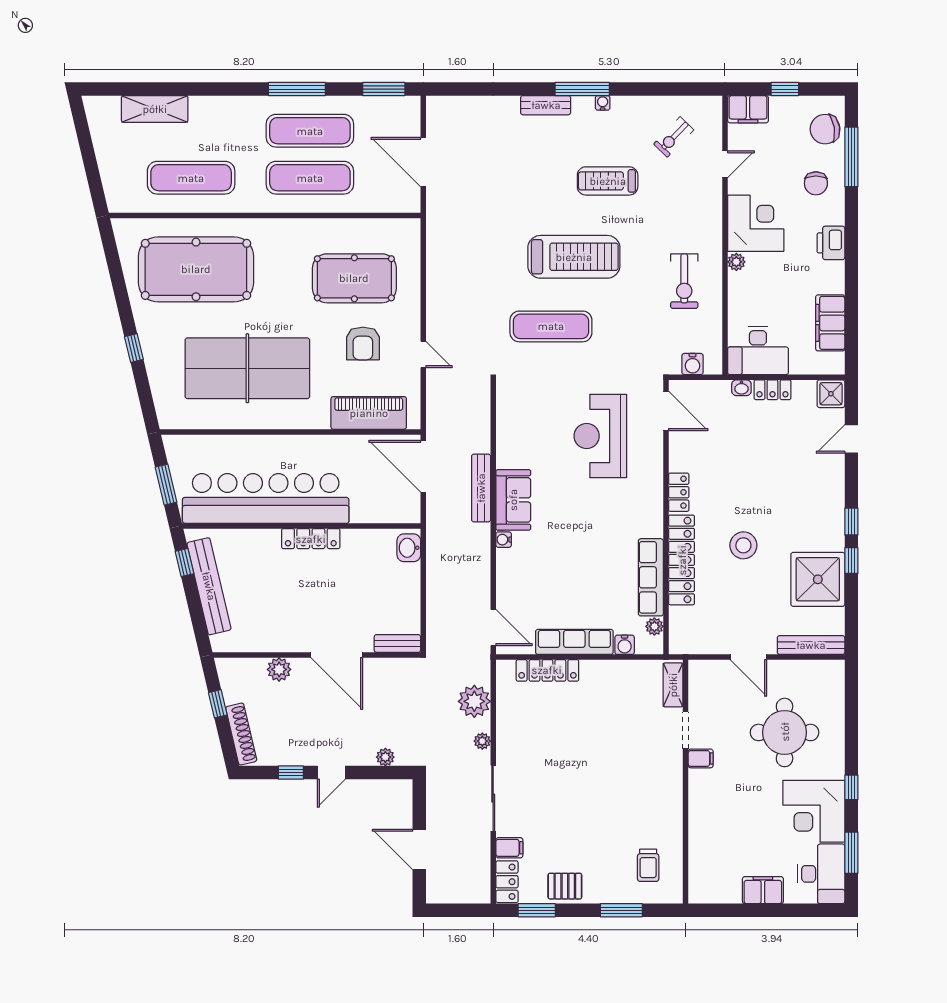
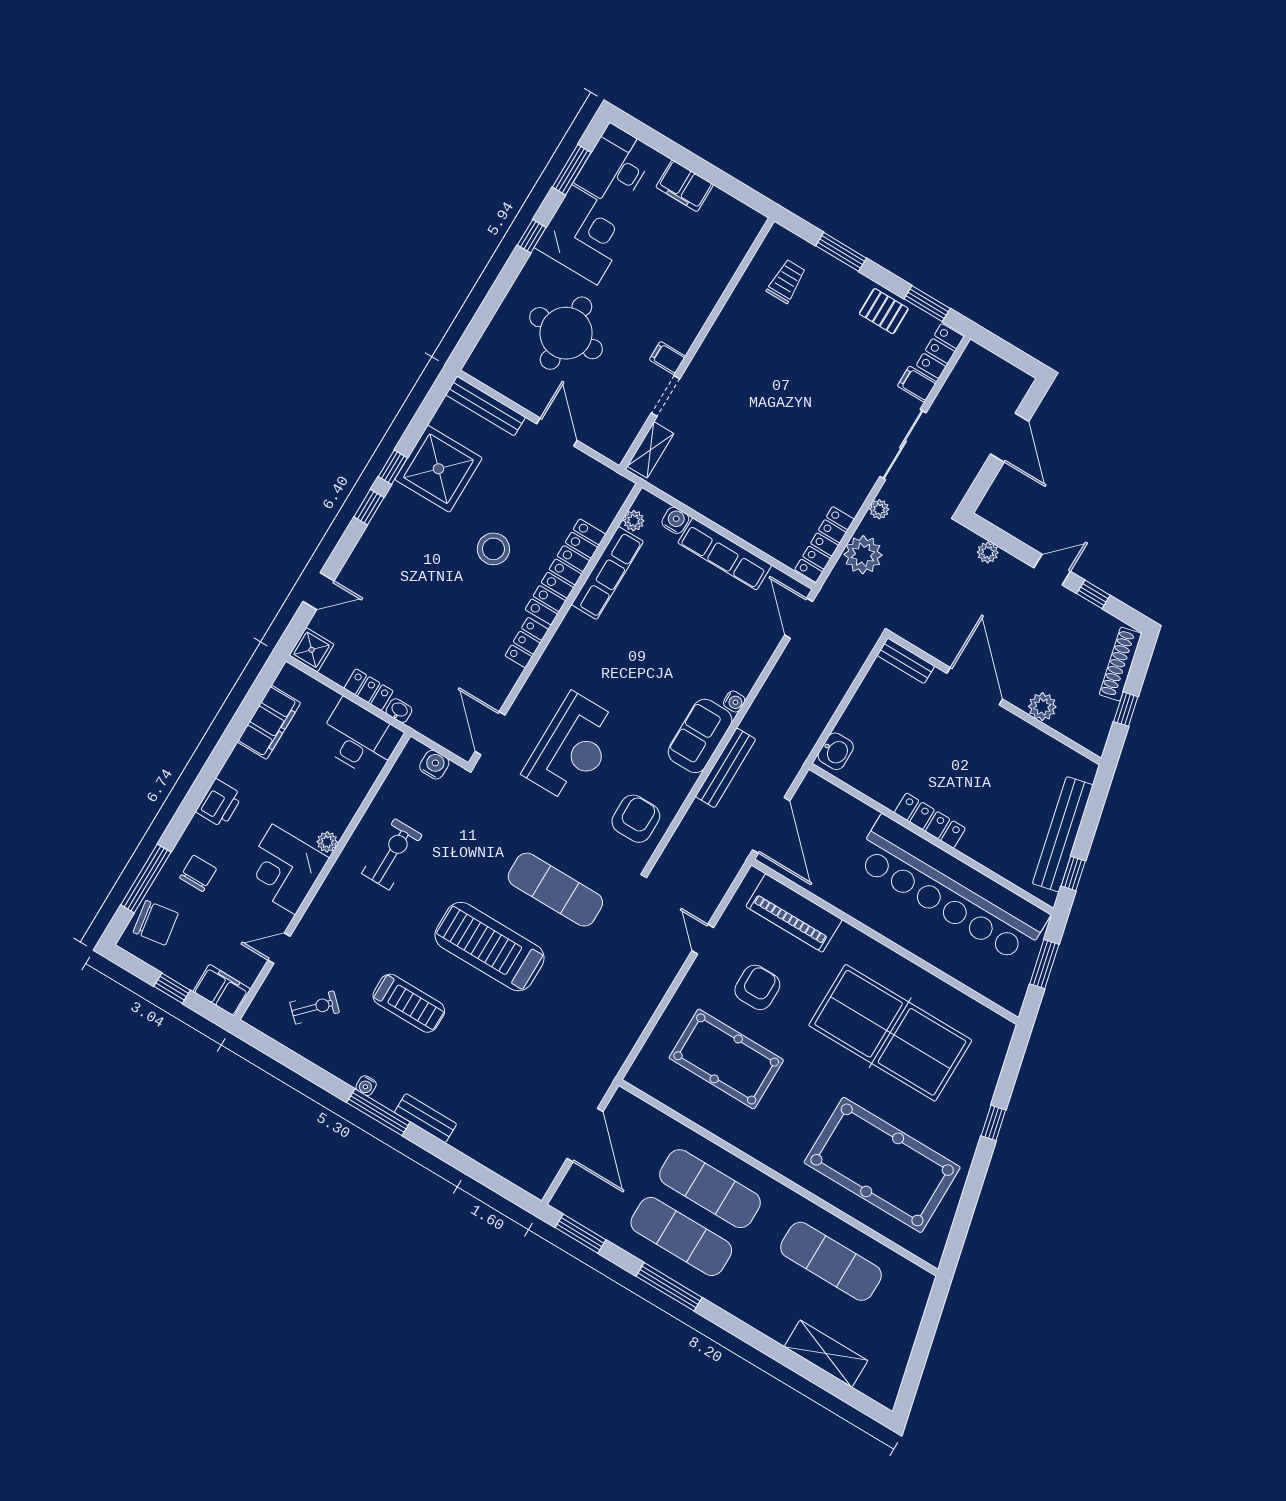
armchair: (524, 412) -> (636, 819), added
locker: (547, 670) -> (824, 544), moved, turned -90

